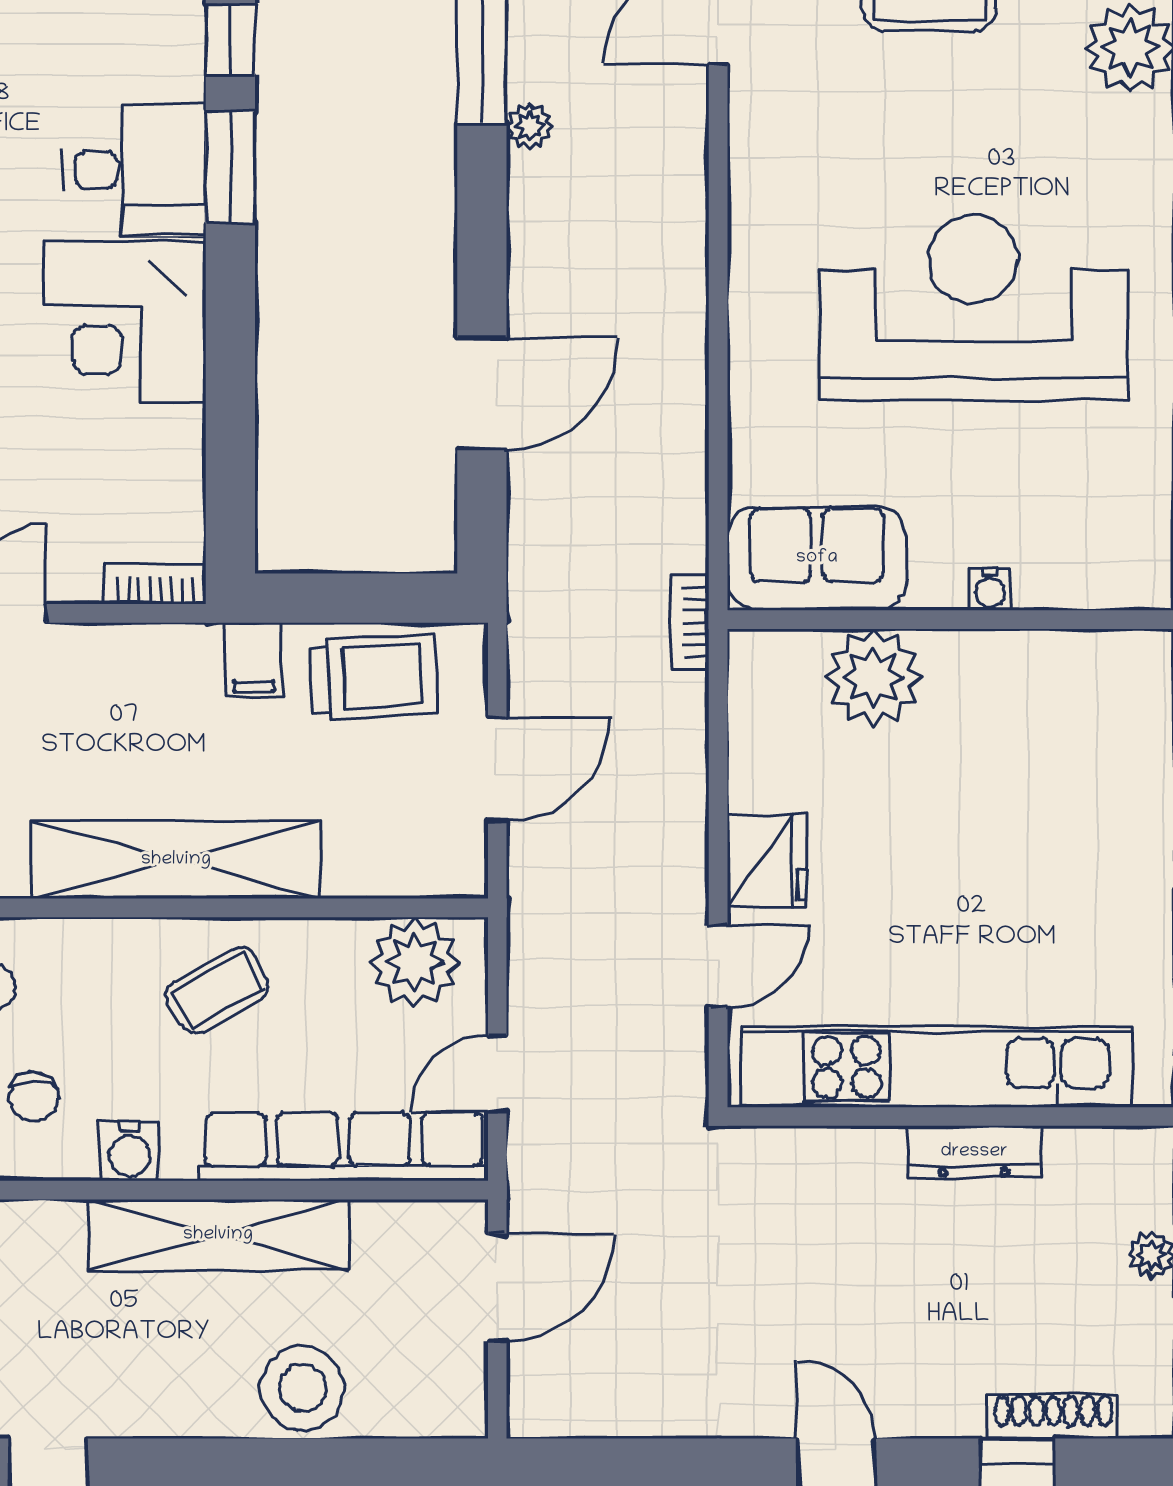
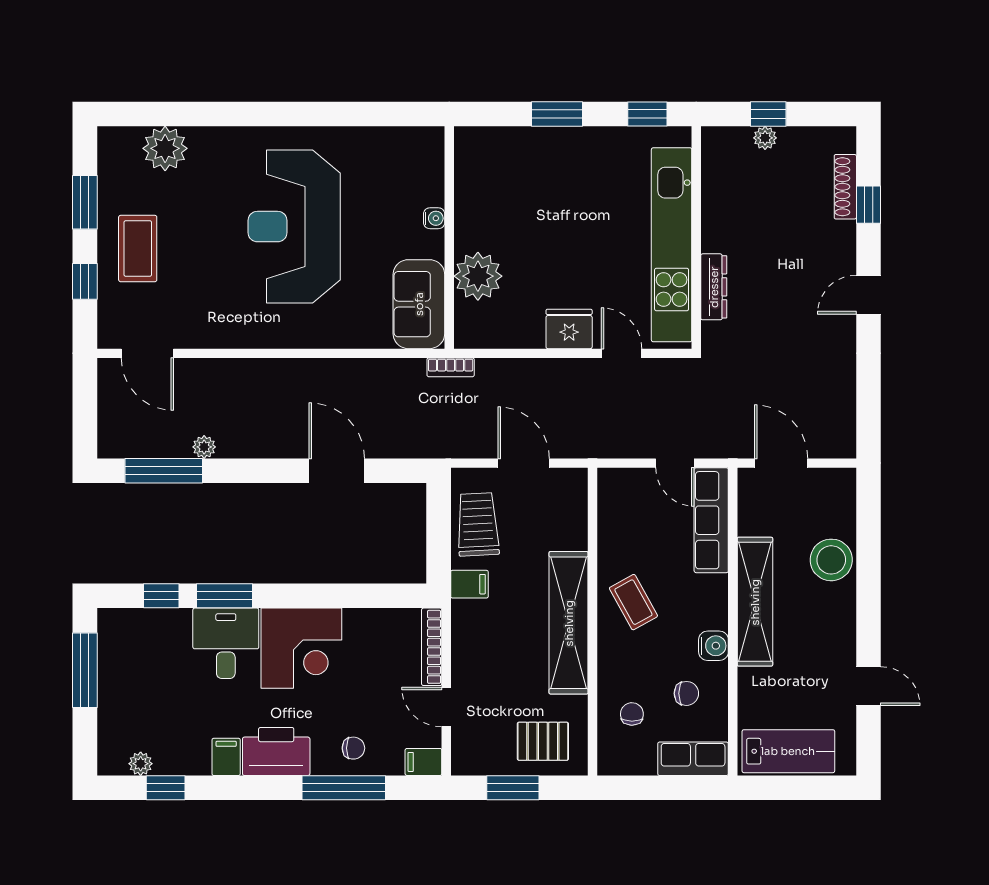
bookcase: (156, 584) -> (432, 647), width x1.56
plant: (415, 962) -> (620, 504), removed
row of seats: (344, 1147) -> (711, 520), width x0.73
dresser: (974, 1152) -> (714, 287), moved

